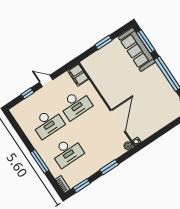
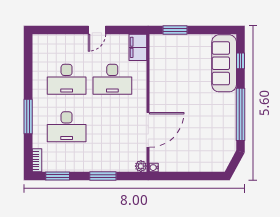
window: (146, 41) -> (240, 61), width x0.46
window: (104, 43) -> (175, 30), moved
door: (46, 81) -> (97, 30), swing flipped
window: (28, 93) -> (66, 30), removed

